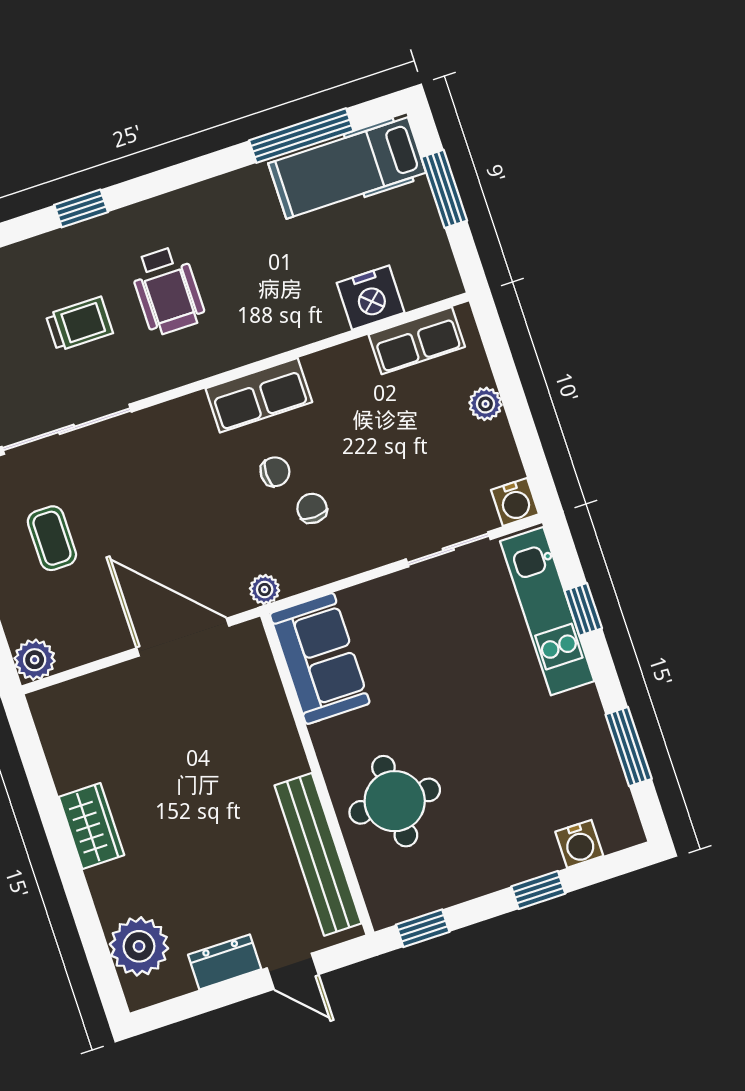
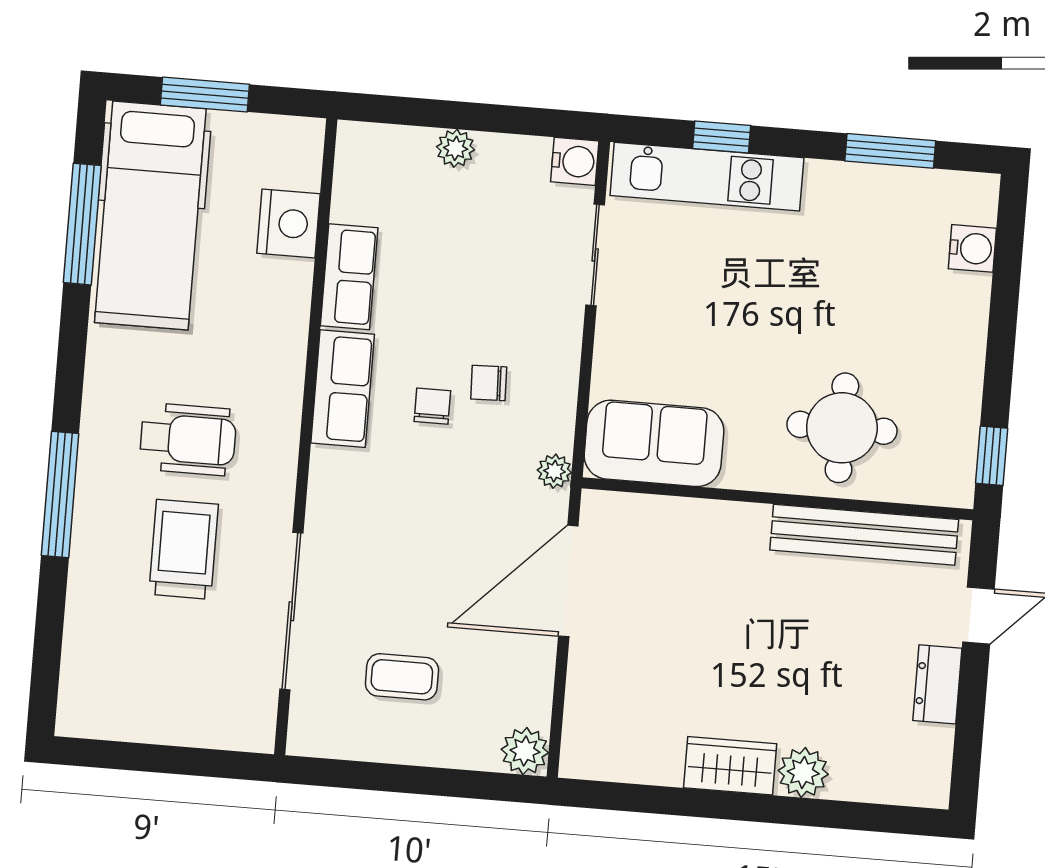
hospital bed: (347, 168) -> (150, 216), width x1.37, depth x1.29
window: (81, 208) -> (60, 495), width x2.17
trolley: (79, 324) -> (184, 549), width x1.36, depth x1.39
row of seats: (417, 341) -> (349, 277), moved
window: (538, 890) -> (1003, 314), removed
plant: (139, 946) -> (803, 772), moved, width x0.73, depth x0.73

